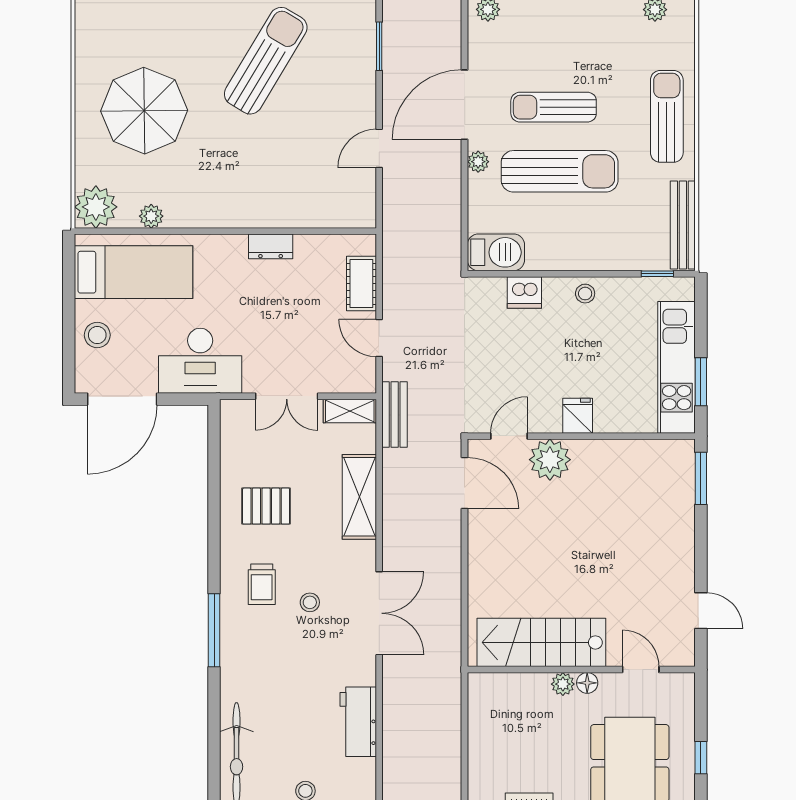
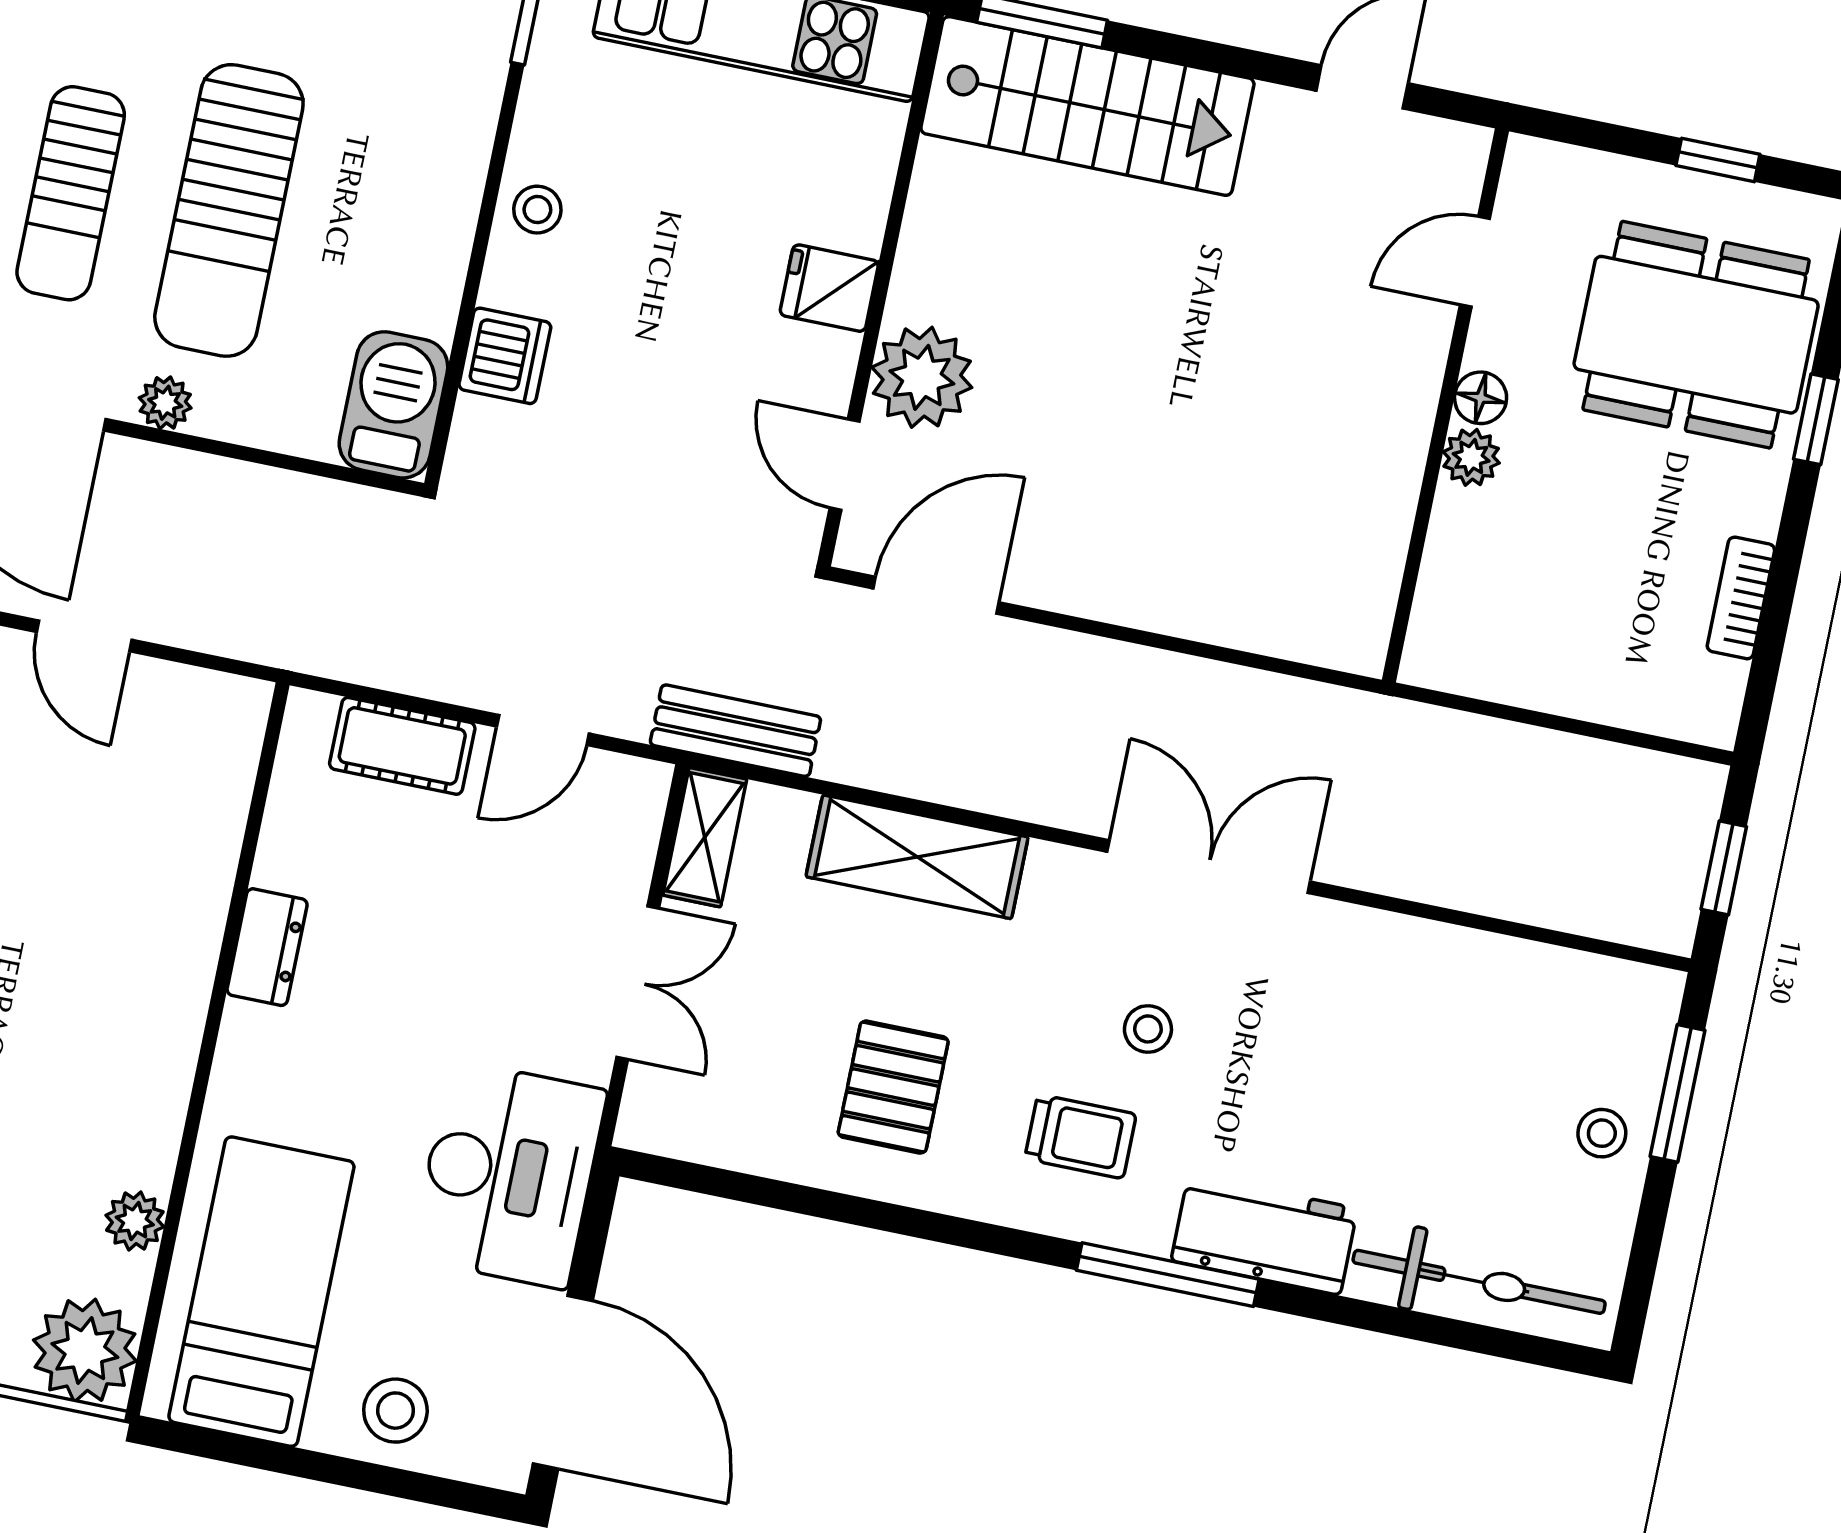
sun lounger: (560, 171) -> (229, 210), turned 180
stairs: (541, 642) -> (1087, 106), moved, turned -90
workbench: (358, 722) -> (1264, 1235), moved, turned 180

